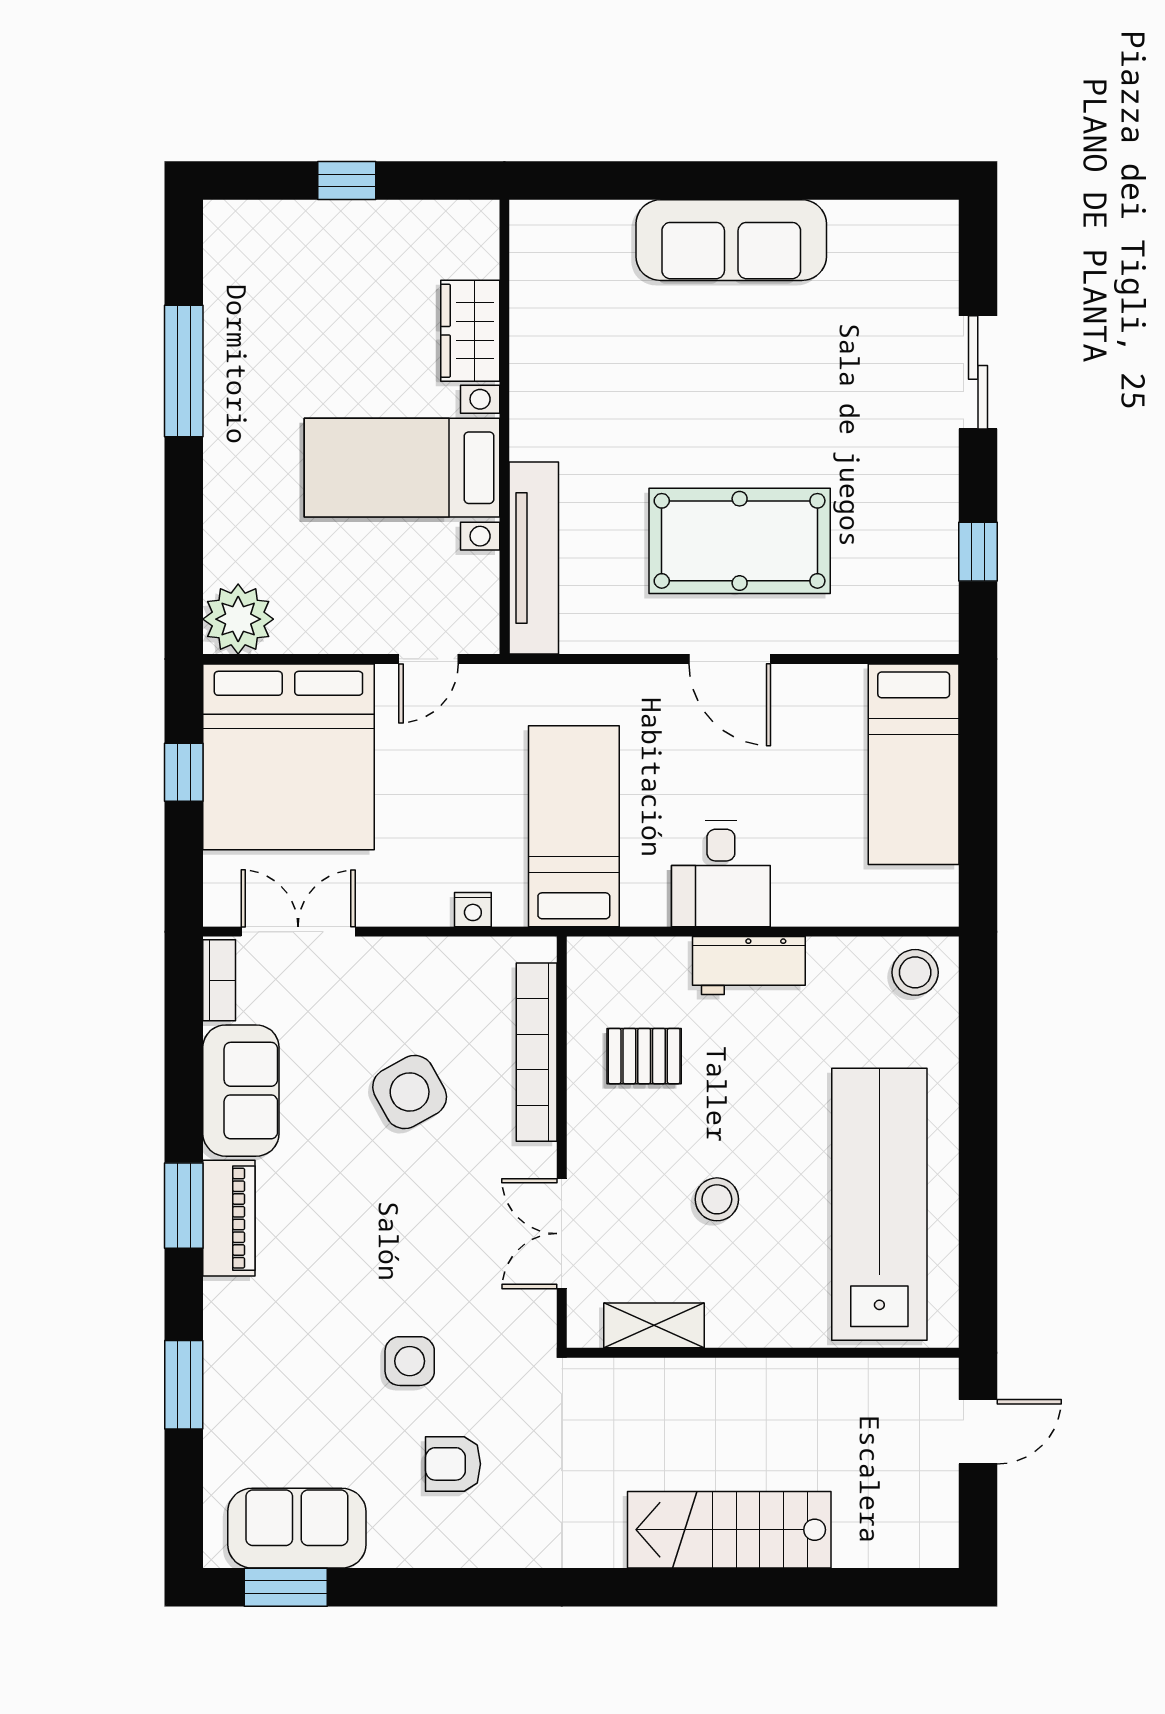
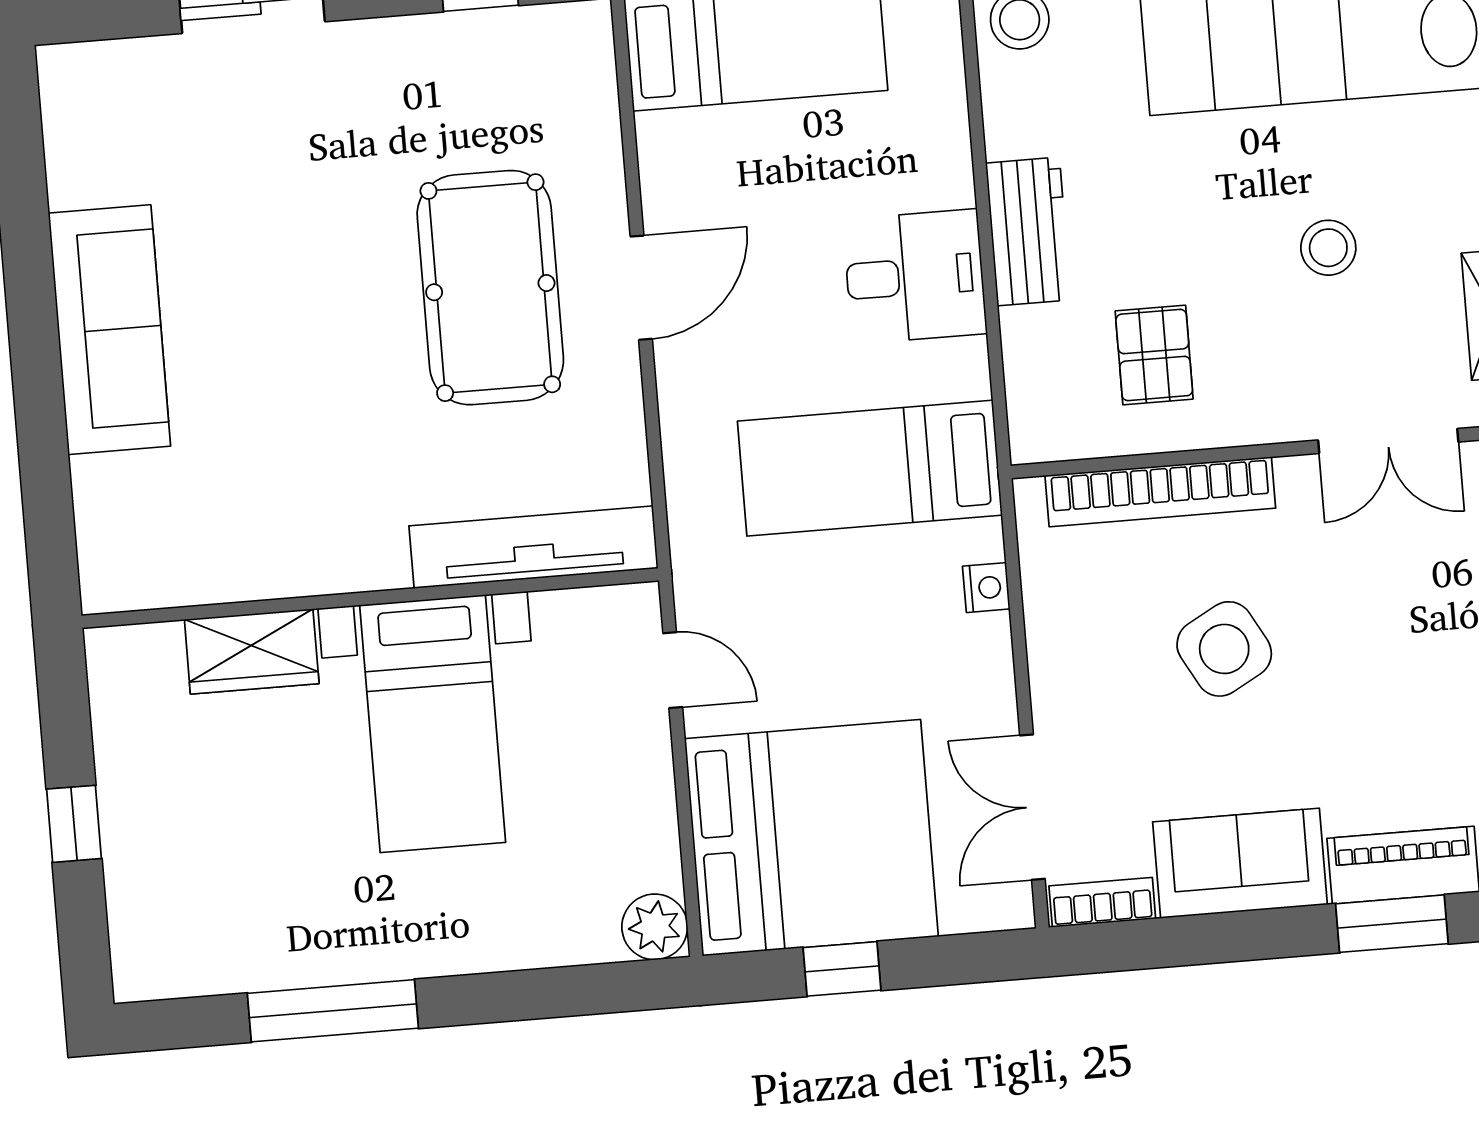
plant: (238, 619) -> (655, 927), width x0.73, depth x0.73

